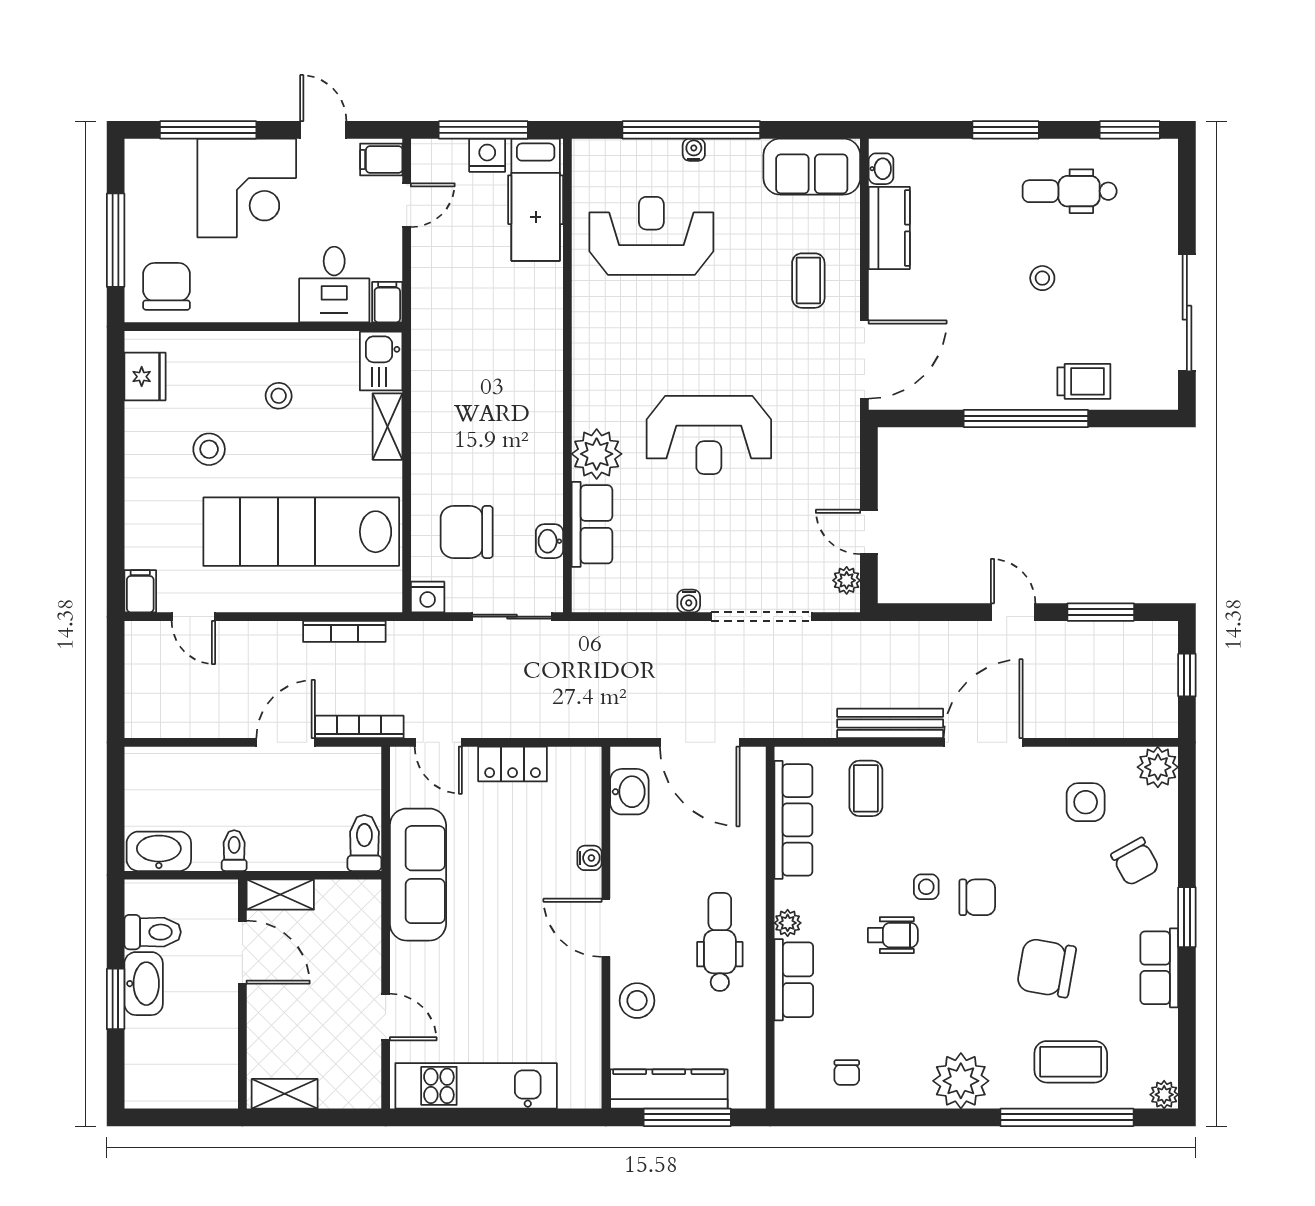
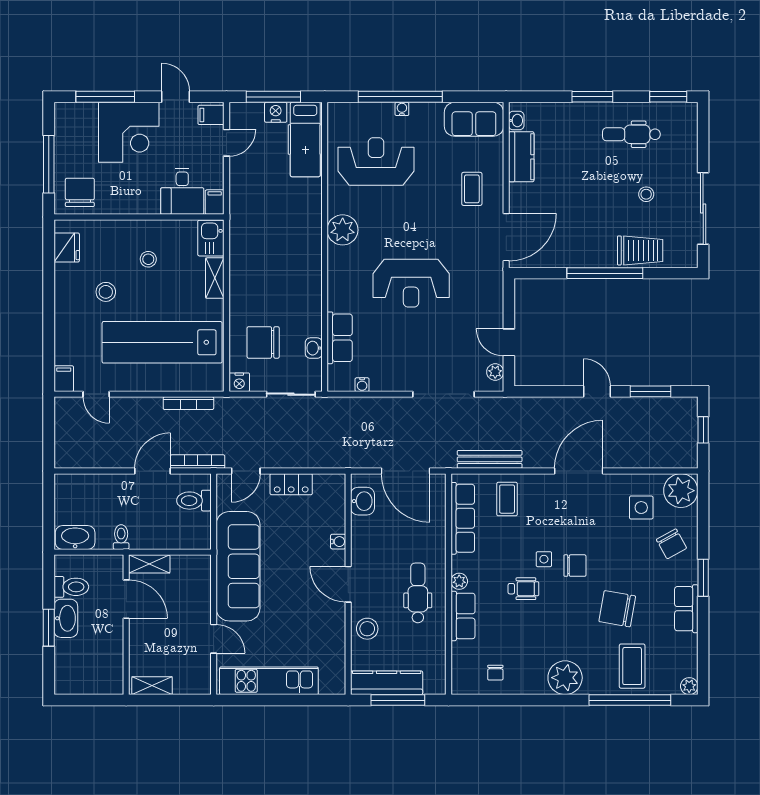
stool: (1042, 278) -> (646, 194), moved
trolley: (1084, 381) -> (640, 250), width x1.36, depth x1.39
plant: (597, 454) -> (343, 230), moved
water cooler: (689, 601) -> (362, 385), moved
bench: (890, 723) -> (490, 459), moved
door: (438, 742) -> (246, 471), hinge flipped
plant: (1158, 767) -> (681, 491), width x1.36, depth x1.36
toilet: (364, 843) -> (194, 501), moved, turned -90
sofa: (418, 875) -> (238, 566), width x1.36, depth x1.27
coffee table: (1071, 1062) -> (632, 666), turned 90

